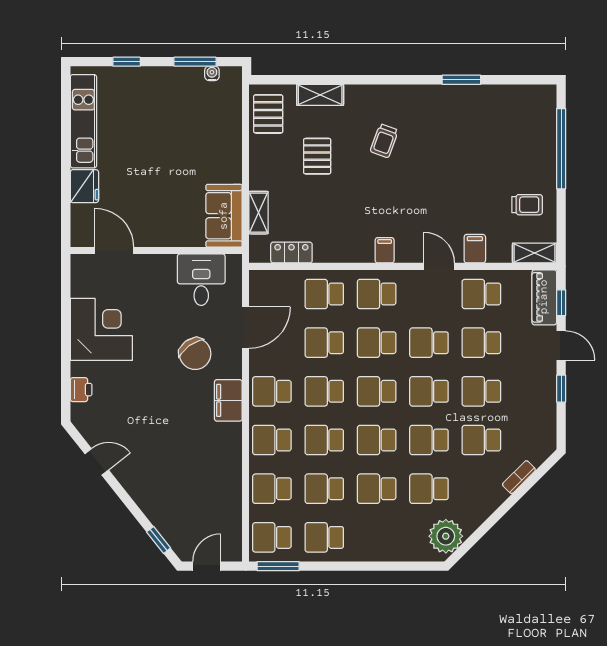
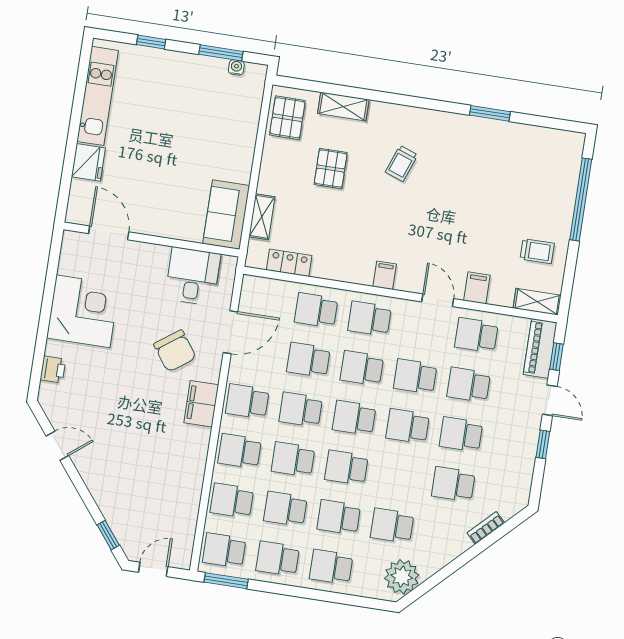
school desk: (429, 440) -> (331, 567), moved

